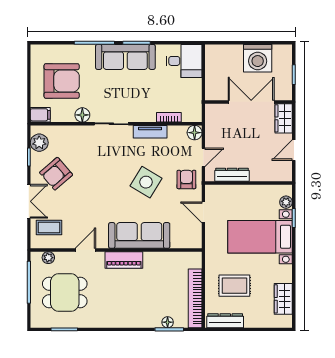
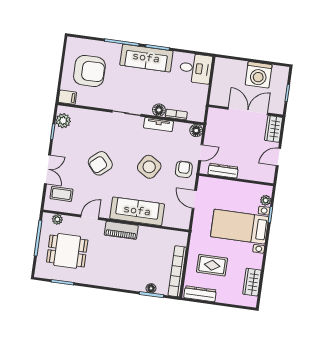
floor lamp: (82, 115) -> (159, 110), moved
armchair: (56, 174) -> (100, 163), moved

